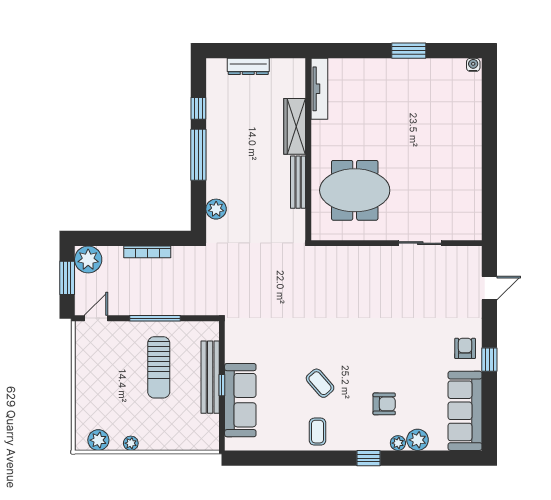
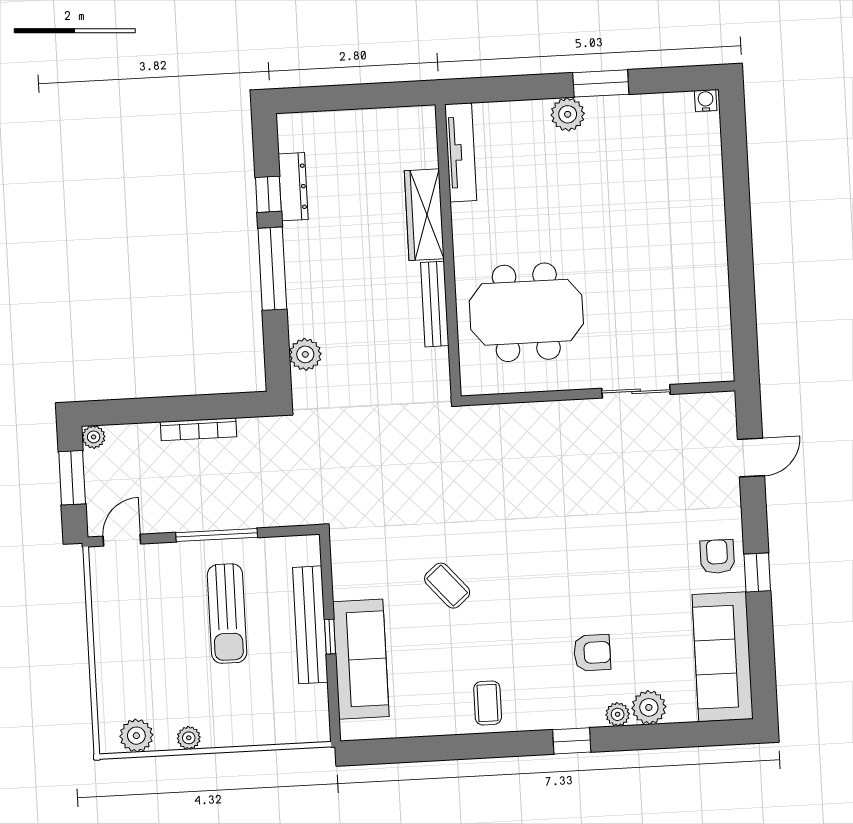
dresser: (248, 66) -> (293, 187), moved, turned -90
plant: (387, 69) -> (568, 114), added
plant: (88, 259) -> (94, 437), width x0.53, depth x0.53
coffee table: (320, 383) -> (447, 586), moved

